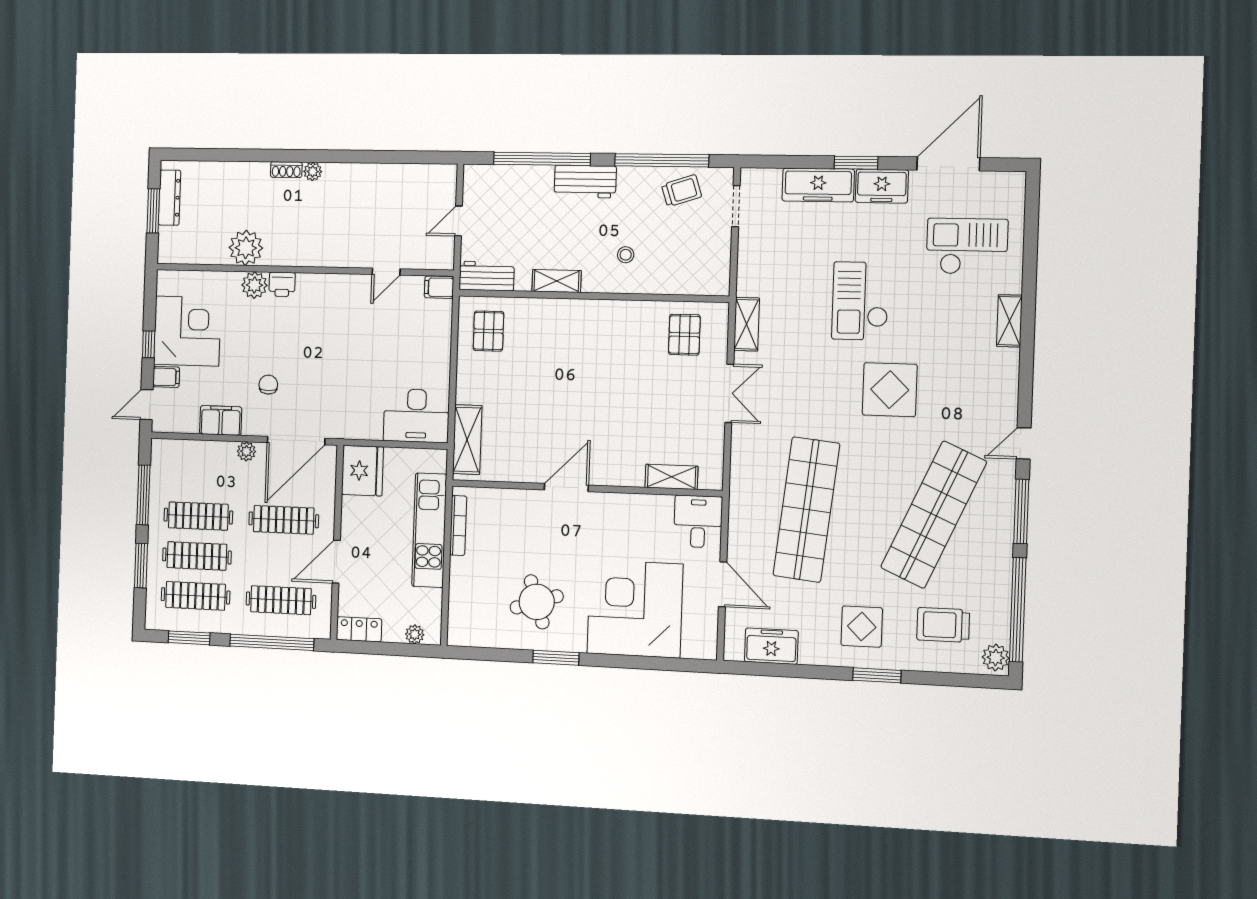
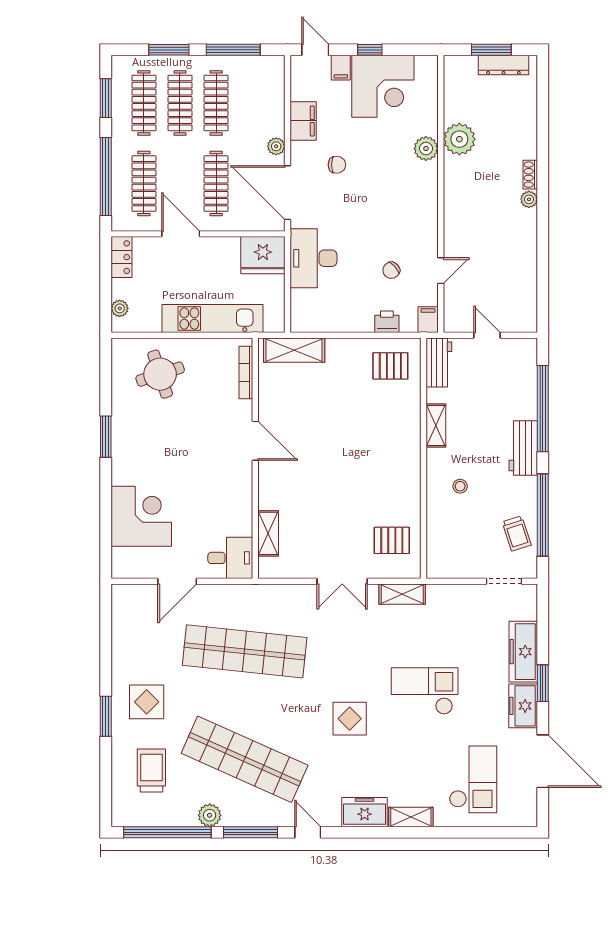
door: (386, 272) -> (441, 271), swing flipped
printer: (282, 284) -> (387, 322), moved, turned 90
chair: (384, 327) -> (391, 270), added
display table: (890, 390) -> (350, 719), width x0.73, depth x0.73
desk: (416, 416) -> (313, 258), moved
bookcase: (458, 525) -> (246, 373), moved, turned 90
round table: (537, 602) -> (160, 374), moved
corner desk: (635, 609) -> (141, 516), width x0.74, depth x0.74
freezer: (771, 646) -> (365, 812), moved, turned -90
plant: (996, 658) -> (210, 815), moved

